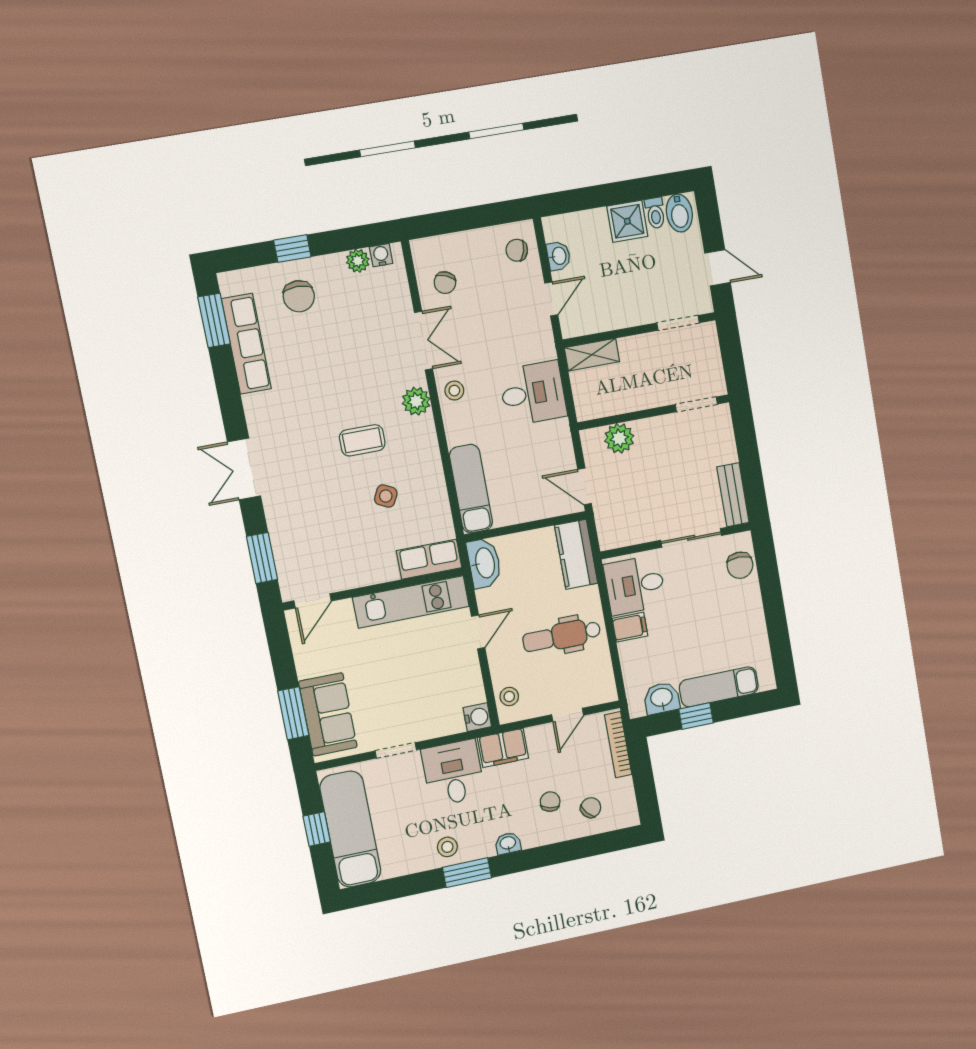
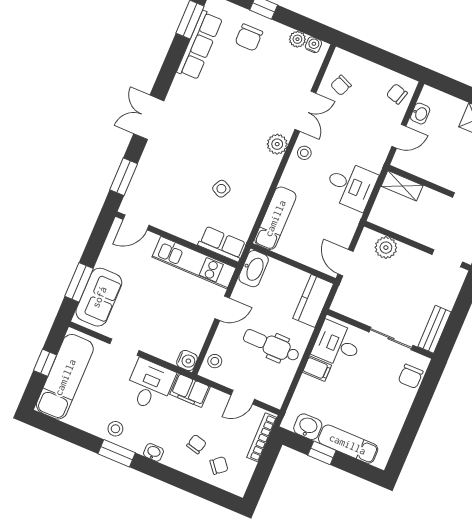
coffee table: (362, 440) -> (230, 146), removed

